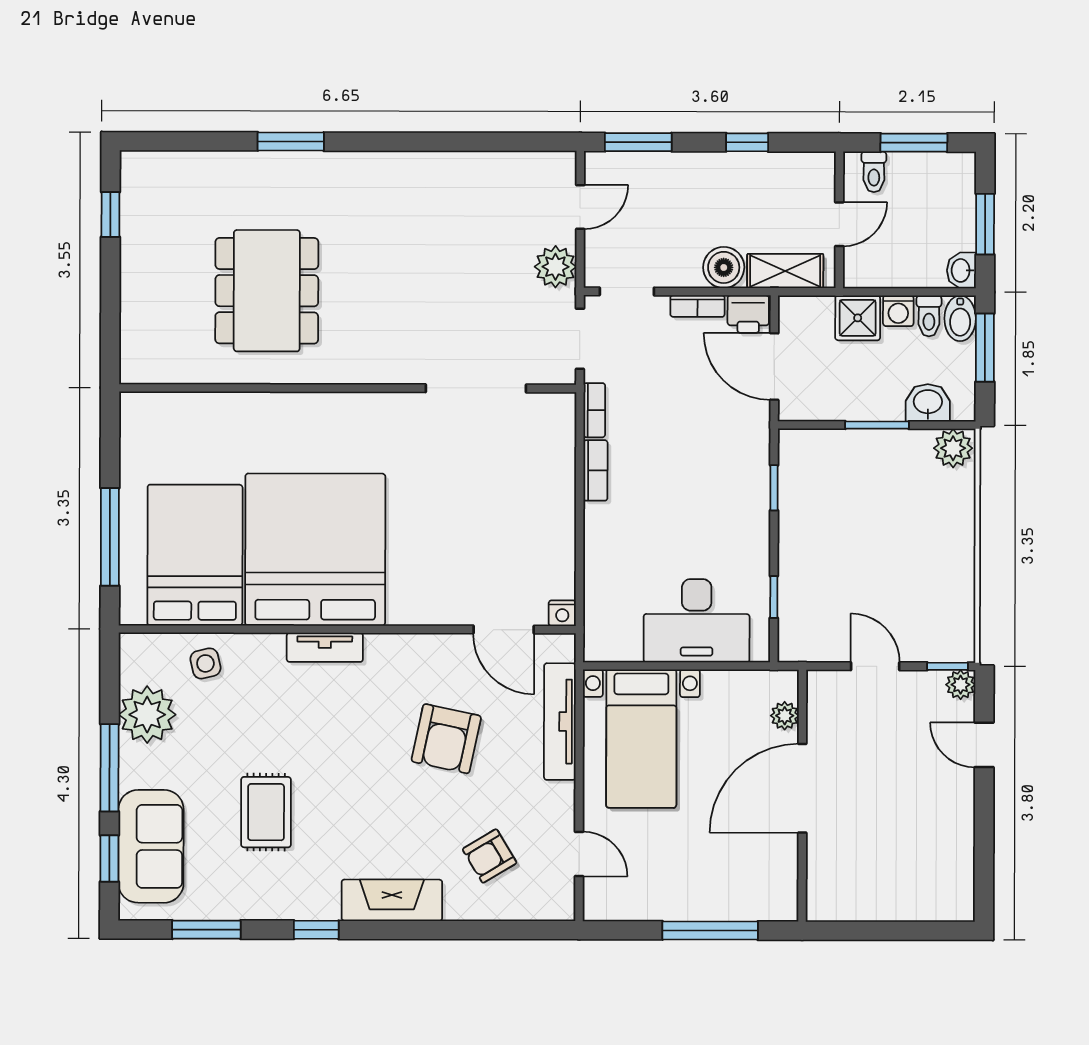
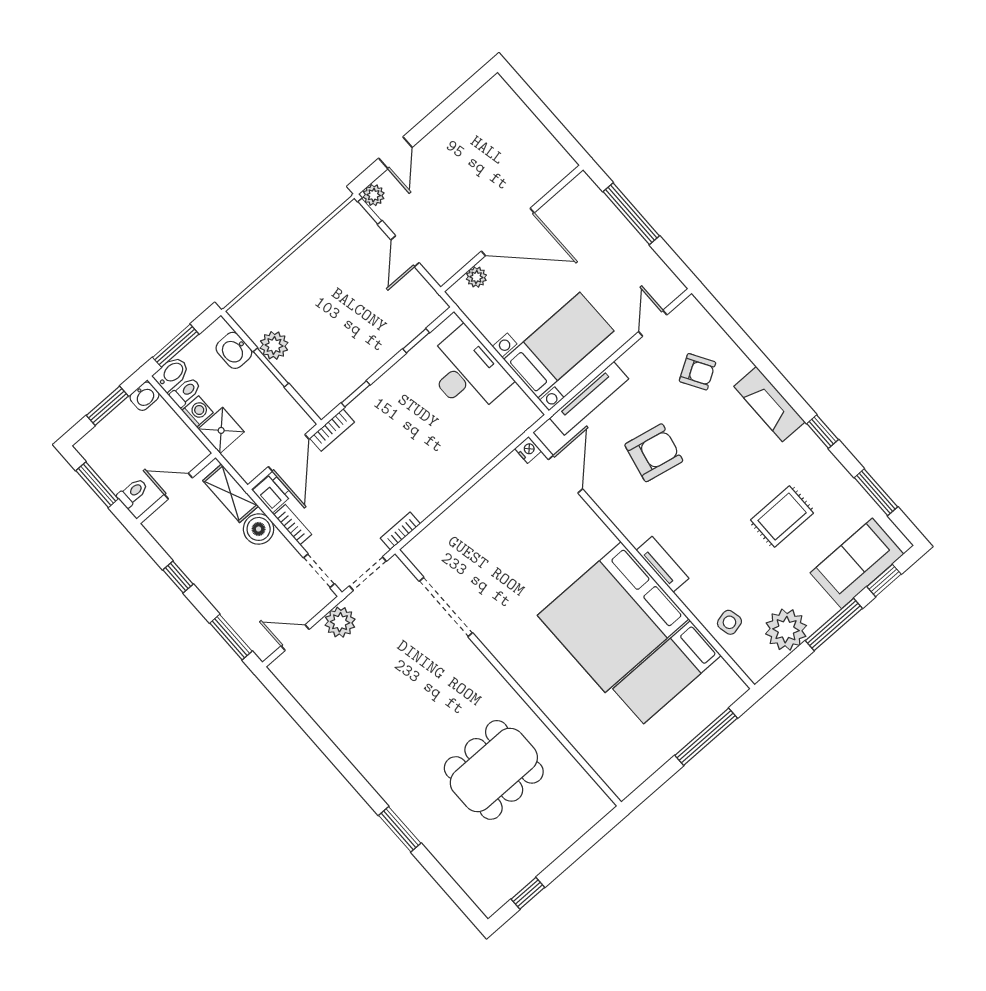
plant: (953, 448) -> (274, 345), moved
bookcase: (595, 470) -> (332, 430), moved, turned 180
bed: (195, 555) -> (667, 672), width x0.67

